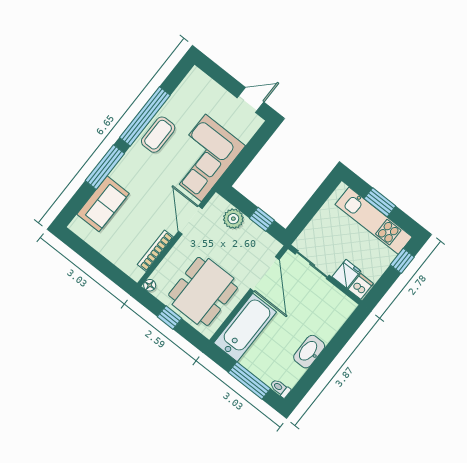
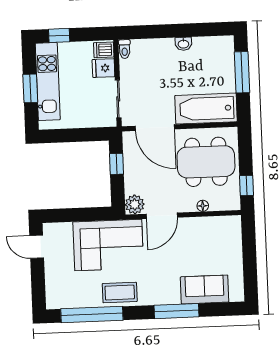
window: (145, 116) -> (92, 314), moved
plant: (233, 219) -> (135, 204), moved
bookcase: (155, 251) -> (206, 222), removed
door: (265, 274) -> (155, 128), swing flipped
floor lamp: (150, 285) -> (203, 206), moved
window: (170, 318) -> (247, 185), moved
washbasin: (309, 352) -> (183, 44), width x0.52, depth x0.69
toilet: (280, 388) -> (125, 49), moved

